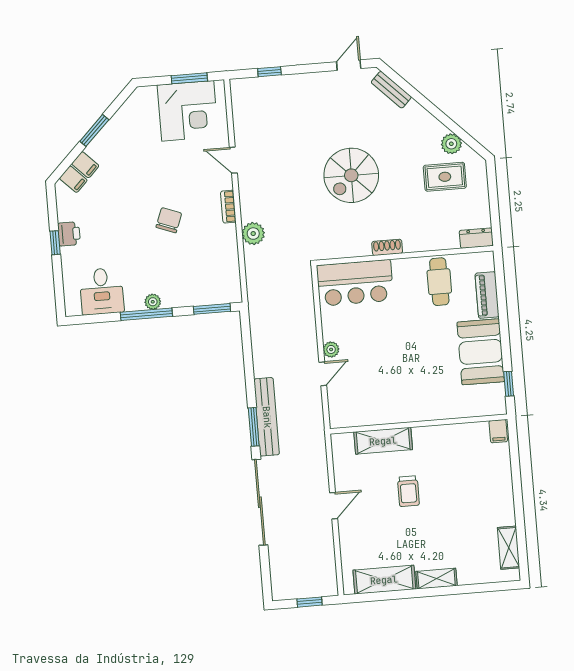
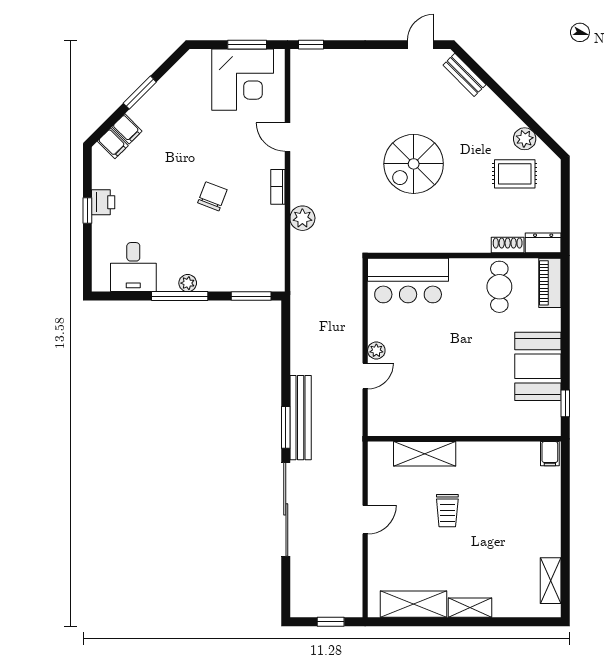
window: (269, 72) -> (311, 45), moved
shoe rack: (387, 247) -> (508, 245), moved
piano: (487, 295) -> (550, 283), moved

